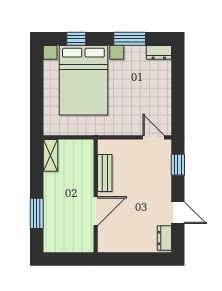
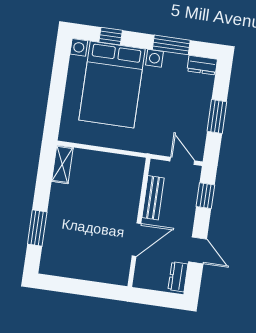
window: (178, 95) -> (217, 117), added
bench: (105, 173) -> (153, 198), moved
wall: (96, 196) -> (139, 222), moved
door: (96, 211) -> (136, 240), moved

